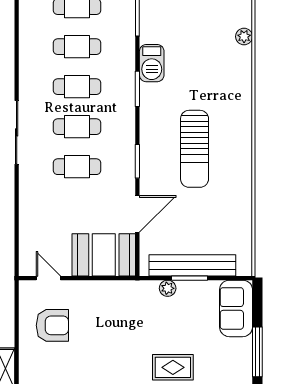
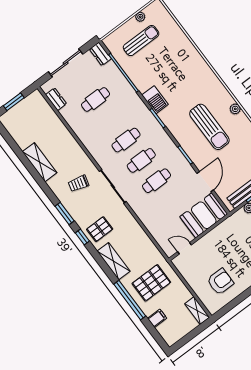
plant: (244, 37) -> (235, 109), moved
cafe table: (77, 47) -> (111, 120), removed
armchair: (52, 325) -> (220, 282), moved

